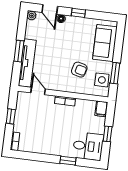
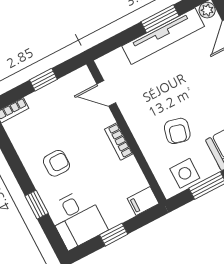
window: (19, 51) -> (160, 19), moved
tv unit: (27, 63) -> (163, 36), moved
door: (38, 91) -> (106, 93), swing flipped
armchair: (55, 138) -> (56, 163), added

